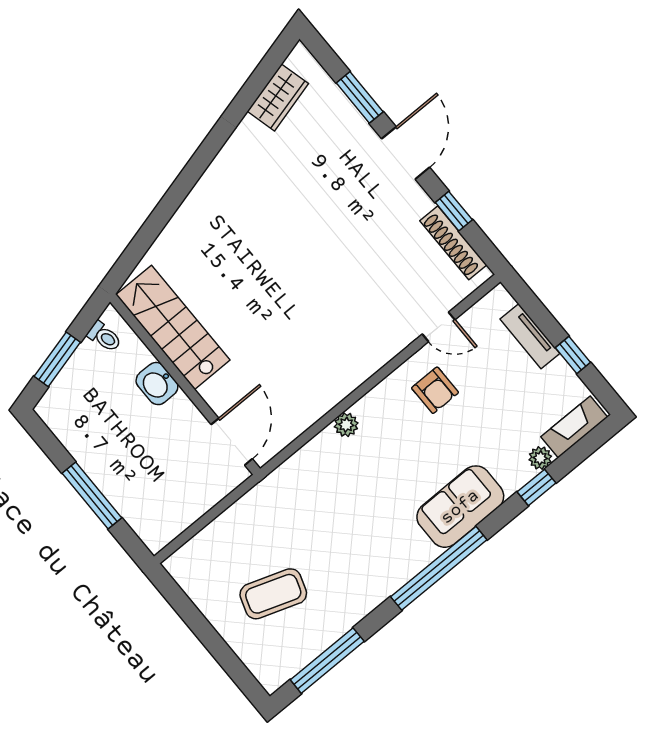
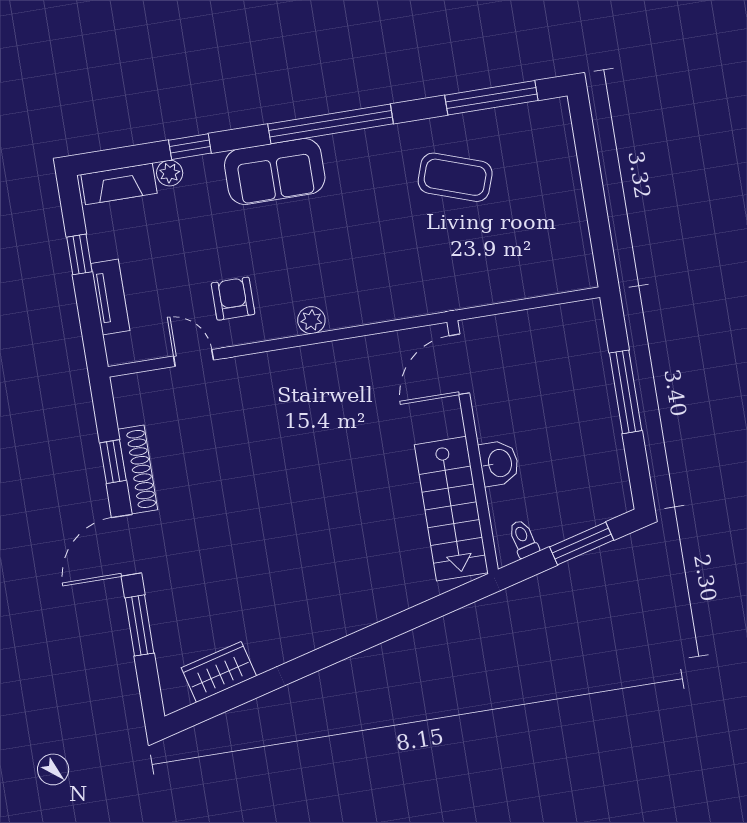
shoe rack: (453, 243) -> (138, 470), moved
plant: (346, 425) -> (311, 320), moved
coffee table: (273, 594) -> (455, 177), moved

